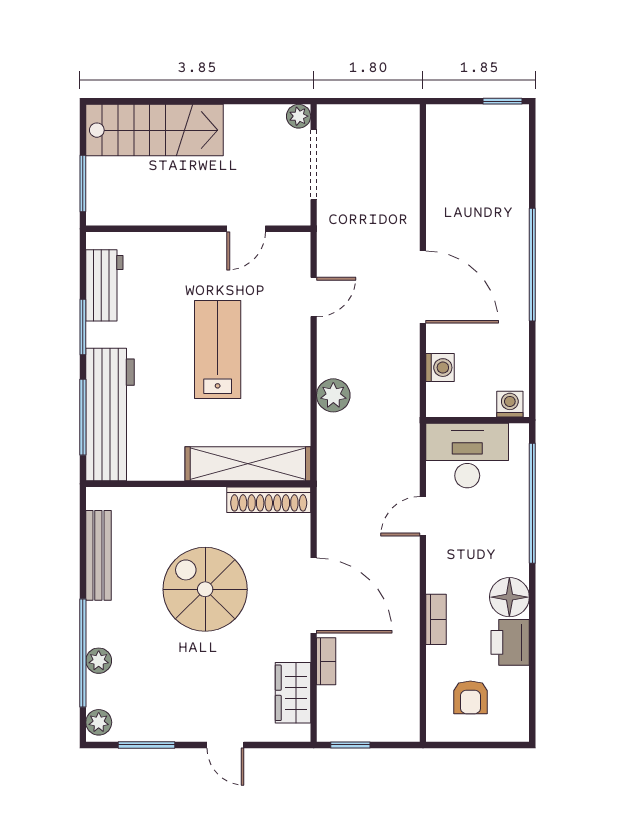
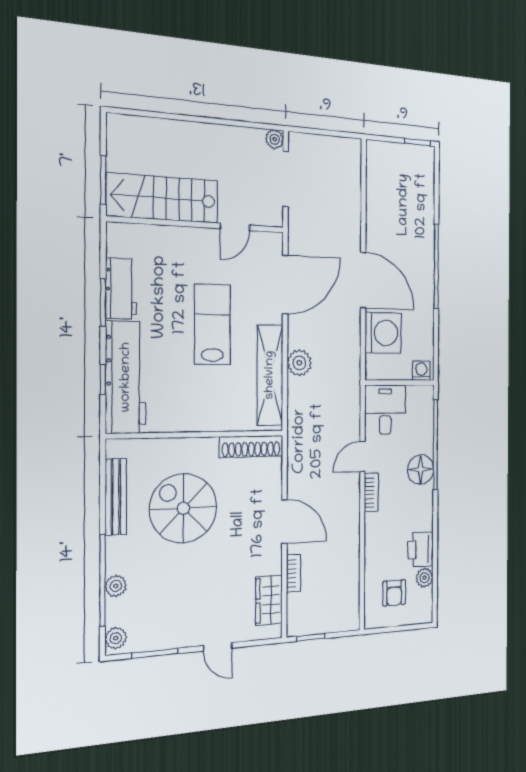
stairs: (154, 130) -> (163, 198), moved, turned 180
workbench: (104, 285) -> (121, 289), moved
door: (314, 297) -> (285, 285), width x1.87
washing machine: (440, 368) -> (383, 333), width x1.89, depth x1.89
window: (83, 417) -> (103, 379), width x0.46
desk: (467, 456) -> (385, 410), width x0.73
shelving: (248, 464) -> (270, 375), moved, turned 90
spiral stairs: (205, 589) -> (183, 508), moved
door: (314, 596) -> (284, 522), width x0.73
floor lamp: (509, 597) -> (421, 469), moved
bookcase: (436, 619) -> (371, 492), moved
plant: (516, 681) -> (425, 578), added

